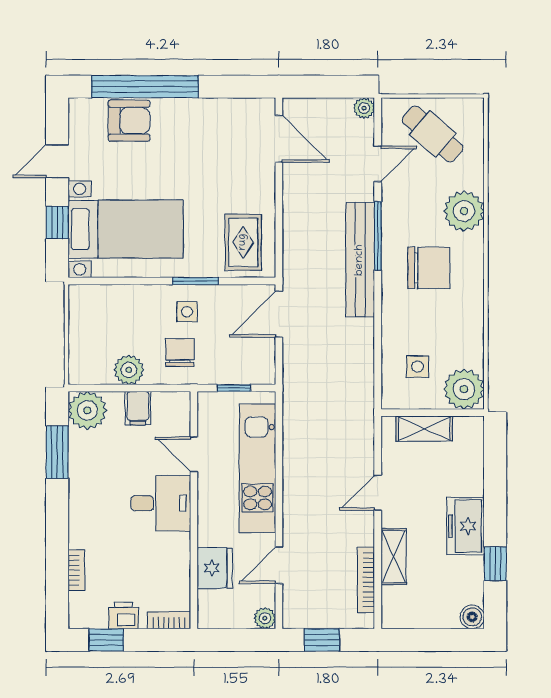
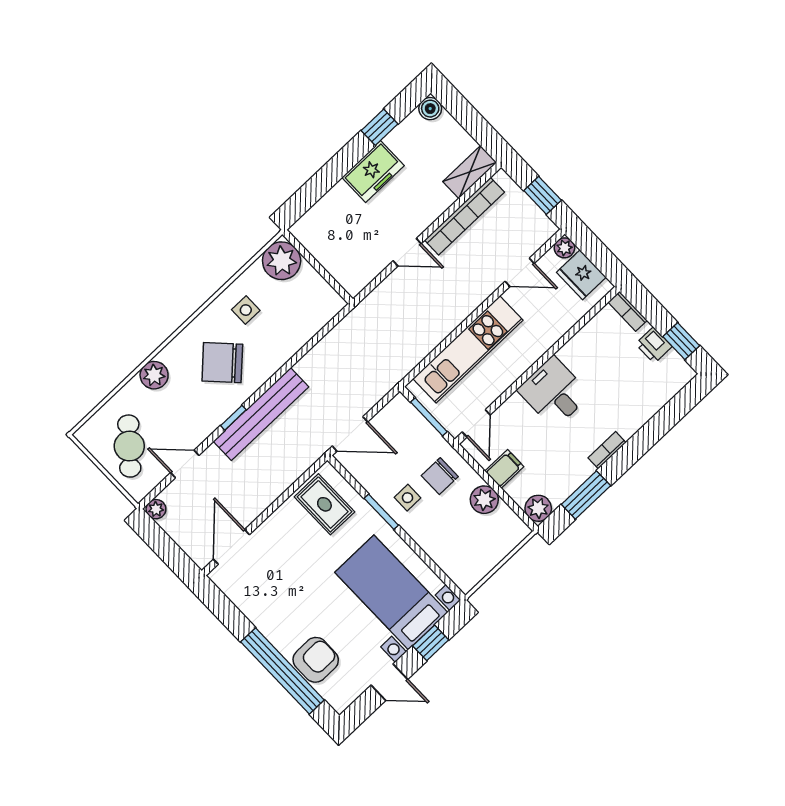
armchair: (129, 121) -> (316, 660), turned 90
plant: (464, 211) -> (154, 375), width x0.73, depth x0.73
window: (378, 236) -> (233, 418), width x0.46
rug: (243, 242) -> (324, 504), turned 90
chair: (429, 268) -> (222, 363), turned -44
side table: (417, 367) -> (246, 310), moved
window: (234, 388) -> (429, 417), width x1.50
plant: (87, 410) -> (538, 508), width x0.73, depth x0.73
shelving: (424, 429) -> (334, 262), removed
door: (194, 454) -> (476, 423), moved
shelving: (394, 557) -> (470, 172), moved
fridge: (215, 568) -> (581, 275), moved, turned -90
bookcase: (76, 570) -> (607, 450), moved
bookcase: (366, 580) -> (464, 216), width x1.48, depth x1.31

